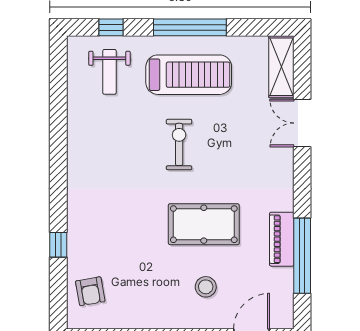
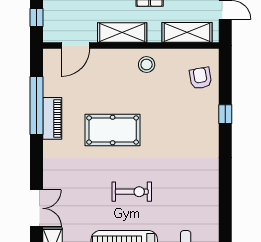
exercise bike: (179, 144) -> (132, 192), turned -90
stool: (206, 287) -> (147, 65), moved

